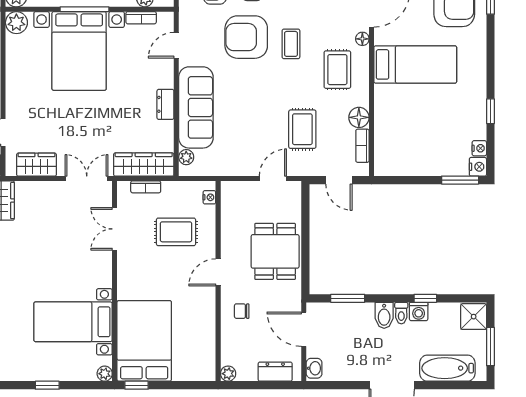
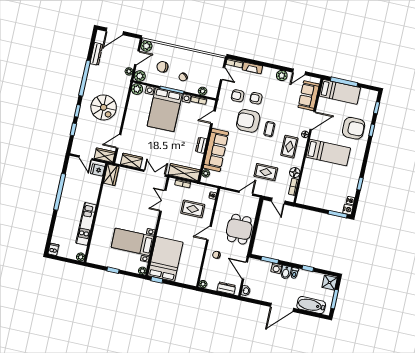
rug: (302, 129) -> (266, 172), turned 90
washing machine: (419, 312) -> (276, 268), moved

